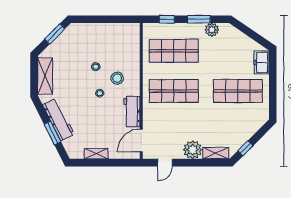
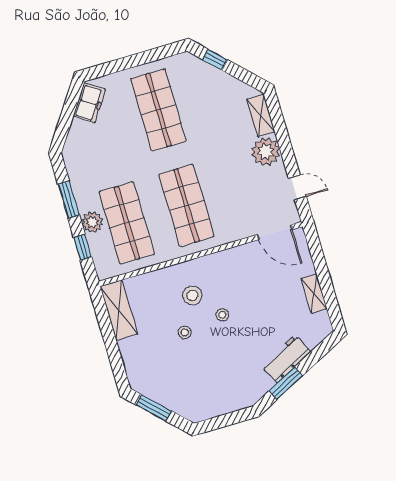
plant: (212, 30) -> (92, 222), moved
freezer: (262, 62) -> (89, 103), moved, turned -56
shelving: (45, 76) -> (119, 310), moved, turned 90
workbench: (132, 112) -> (236, 259), removed
workbench: (58, 119) -> (286, 359), width x0.73
window: (52, 133) -> (286, 383), moved
window: (245, 148) -> (215, 60), moved

